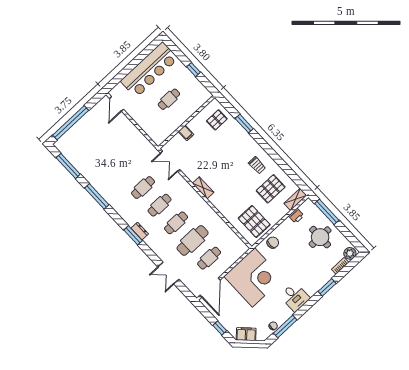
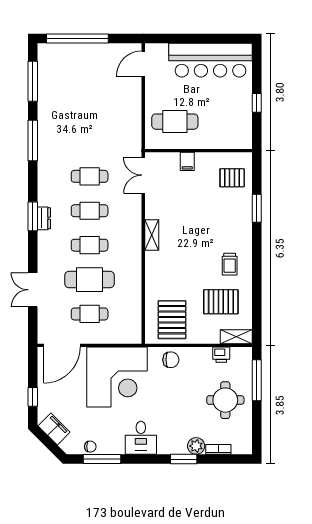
cafe table: (169, 99) -> (175, 122), moved, width x1.37, depth x1.35
plant: (350, 253) -> (196, 446), moved

